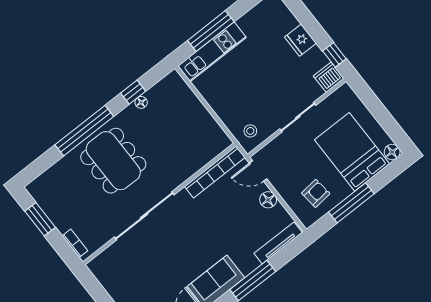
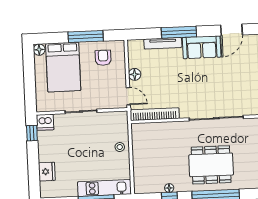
fridge: (300, 40) -> (47, 172), moved
stool: (250, 131) -> (120, 147), moved
dining table: (113, 161) -> (211, 165), turned 90
armchair: (316, 193) -> (103, 58), turned 96
tv unit: (278, 243) -> (163, 43), moved

